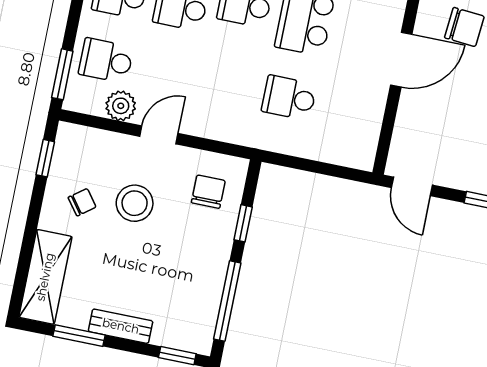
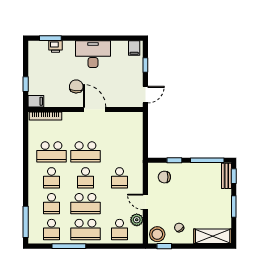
window: (62, 74) -> (129, 246), removed
school desk: (289, 98) -> (119, 178), moved
stool: (135, 203) -> (157, 234), moved
bench: (121, 326) -> (226, 176), moved
window: (79, 336) -> (234, 207), moved

